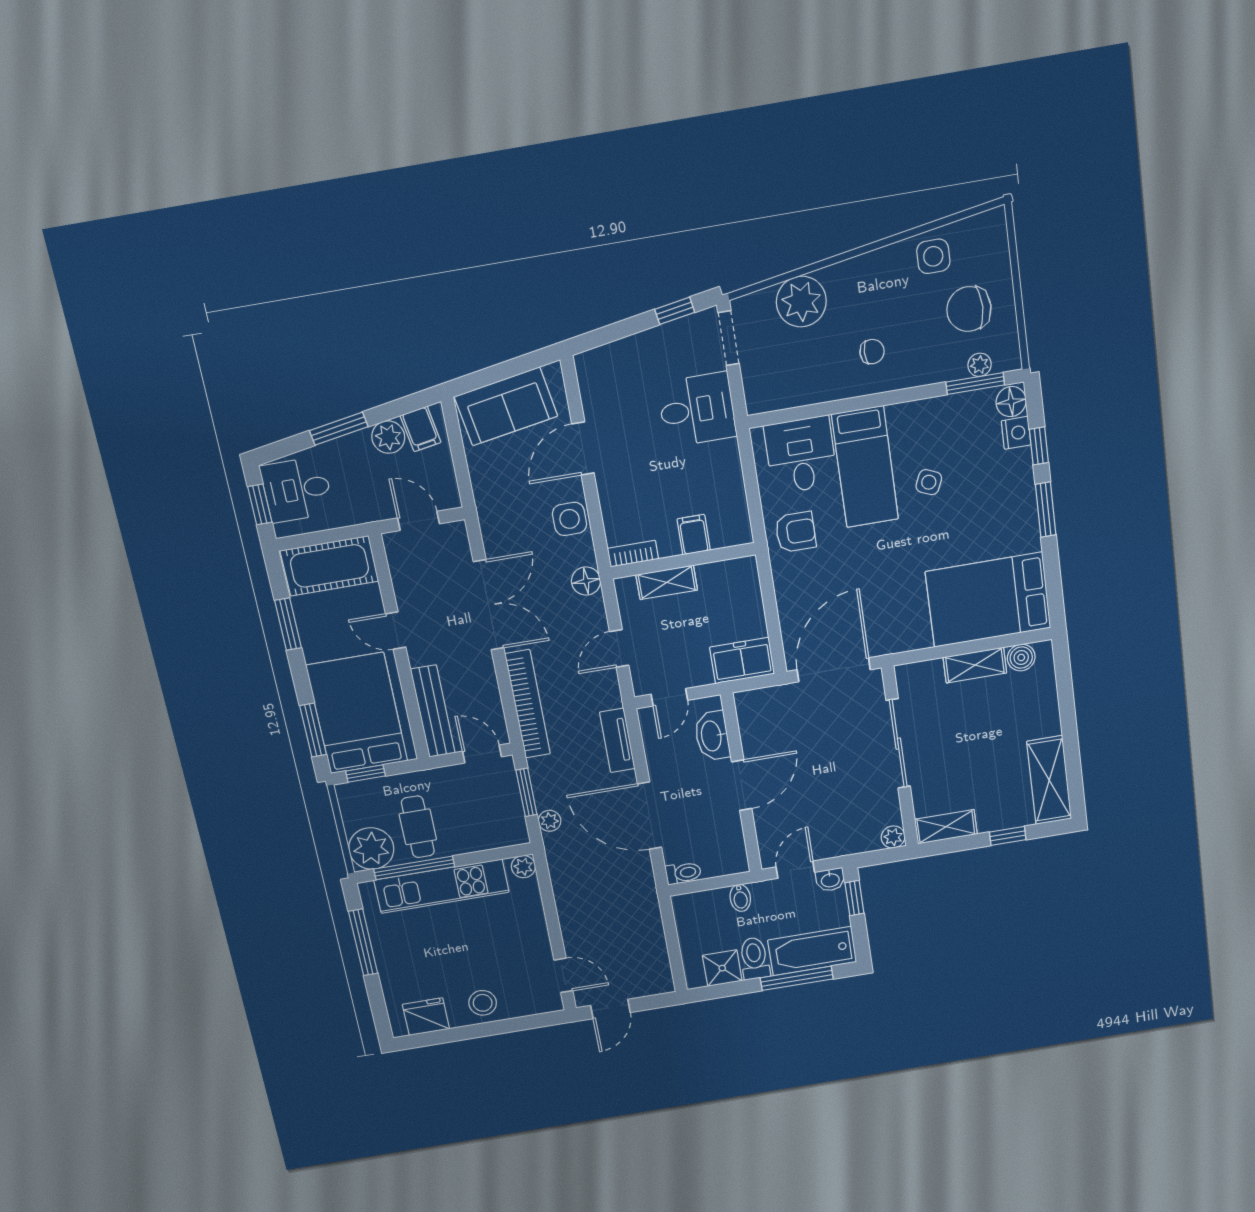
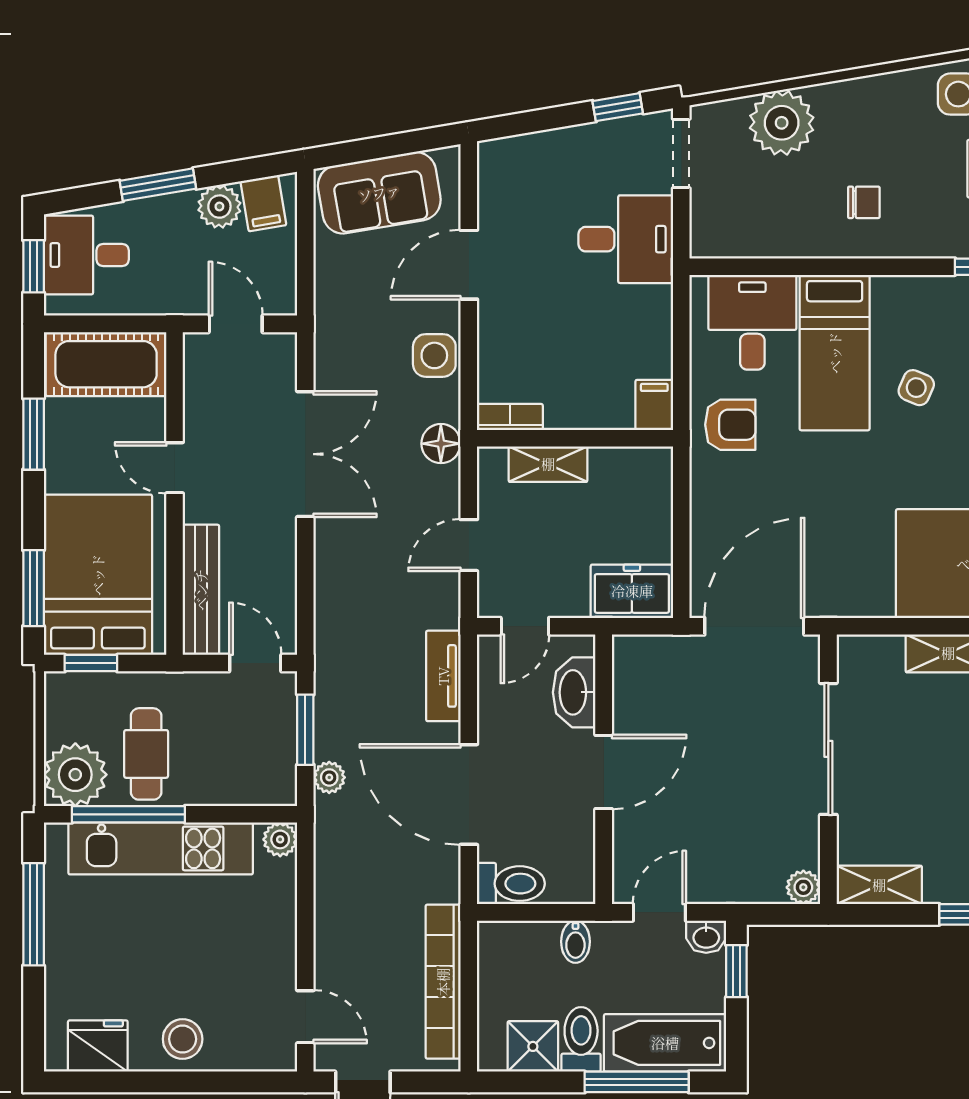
filing cabinet: (694, 535) -> (654, 405), moved
bookcase: (528, 704) -> (443, 982), moved, turned 180
toilet: (683, 873) -> (511, 884), width x1.37, depth x1.39

